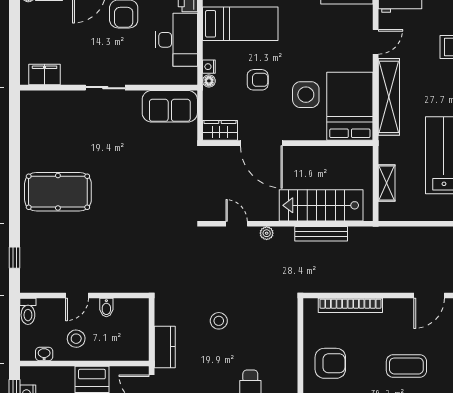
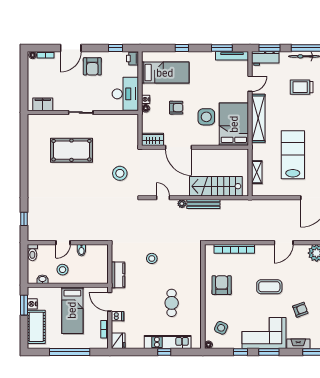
desk: (176, 40) -> (125, 94), moved
sofa: (170, 106) -> (121, 124), removed
stool: (168, 185) -> (120, 173), added
pool table: (58, 192) -> (71, 150), moved
bench: (321, 234) -> (203, 204), moved
armchair: (330, 363) -> (222, 285), turned -90

